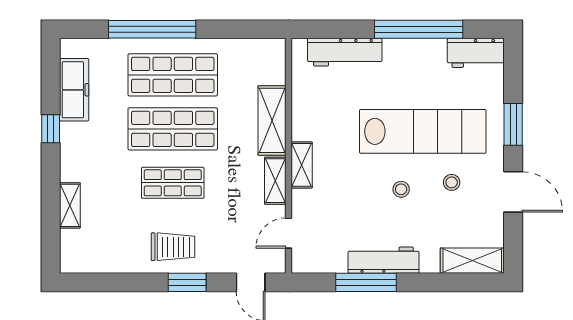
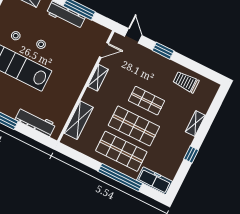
freezer: (74, 90) -> (154, 181), moved, turned 90
shelving: (272, 120) -> (79, 120), moved
shelving: (302, 165) -> (82, 79), removed
shelving: (70, 205) -> (195, 124), moved
trolley: (173, 247) -> (186, 82), moved

